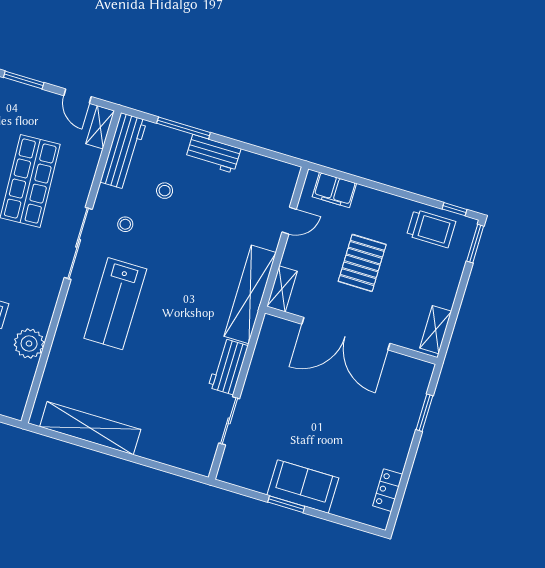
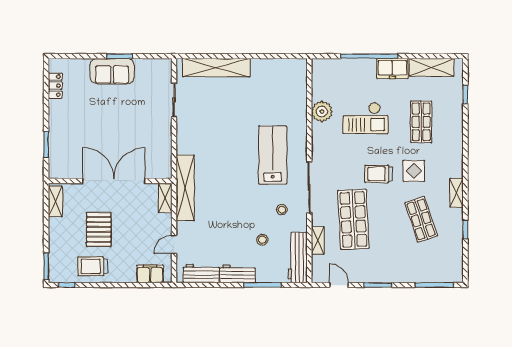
shelving: (100, 127) -> (318, 240), moved
trolley: (431, 229) -> (93, 266), moved
pallet: (362, 263) -> (99, 229), moved
workbench: (228, 367) -> (201, 274), moved, turned -90
shelving: (90, 428) -> (216, 68), moved

